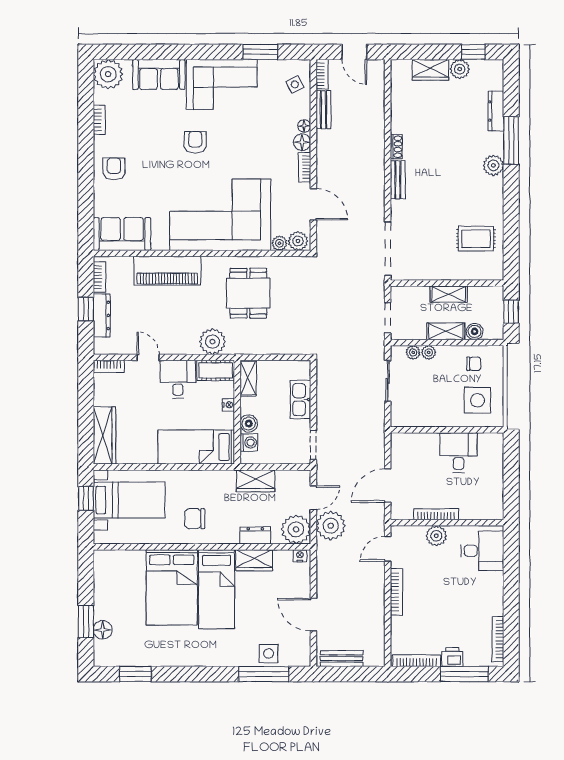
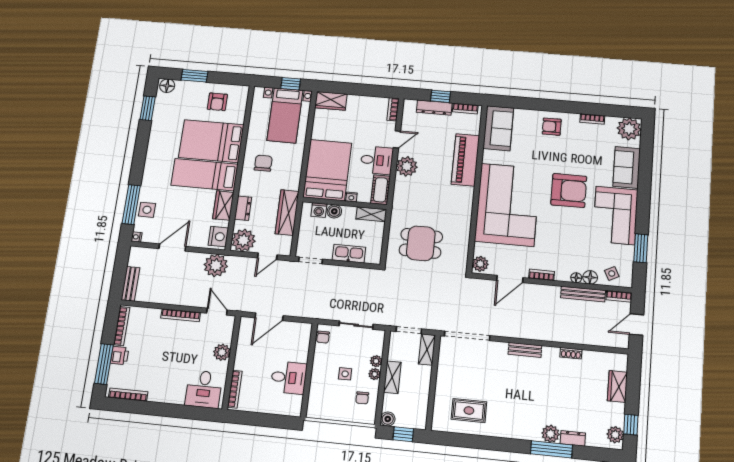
plant: (460, 69) -> (615, 435), moved
bench: (323, 110) -> (583, 294), width x1.36
dresser: (496, 111) -> (573, 438), width x0.70
armchair: (195, 142) -> (569, 191), width x1.88, depth x1.88
floor lamp: (302, 142) -> (590, 277), moved
shoe rack: (396, 147) -> (571, 353), moved
plant: (493, 165) -> (551, 434), moved
armchair: (114, 169) -> (552, 127), turned 180
rug: (476, 239) -> (469, 411), turned 90
plant: (279, 243) -> (480, 249), removed
dining table: (248, 293) -> (421, 243), moved
shelving: (449, 294) -> (427, 350), moved
boiler: (475, 331) -> (388, 419), moved
plant: (212, 342) -> (407, 166), moved
plant: (413, 352) -> (375, 374), moved
side table: (477, 400) -> (345, 374), moved, width x0.54, depth x0.54
chair: (406, 418) -> (323, 337), added
wardrobe: (104, 435) -> (331, 101), width x0.67
bed: (196, 447) -> (327, 170), width x1.50
wardrobe: (256, 481) -> (287, 213), width x1.50
door: (388, 486) -> (269, 317), swing flipped
door: (313, 498) -> (267, 256), hinge flipped
bookcase: (436, 514) -> (235, 389), moved
plant: (331, 526) -> (216, 265), moved
nightstand: (300, 556) -> (218, 237), width x1.89, depth x1.79
armchair: (119, 587) -> (217, 102), added
floor lamp: (103, 630) -> (167, 86), moved
bench: (342, 659) -> (130, 284), moved
nightstand: (304, 661) -> (137, 237), added

